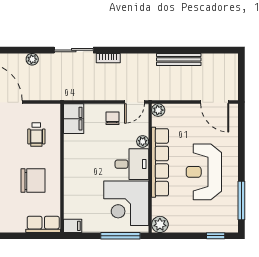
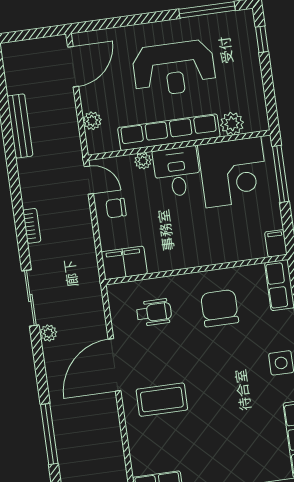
sliding door: (74, 50) -> (30, 298), moved
plant: (158, 110) -> (92, 121), moved
plant: (160, 224) -> (232, 124), moved

